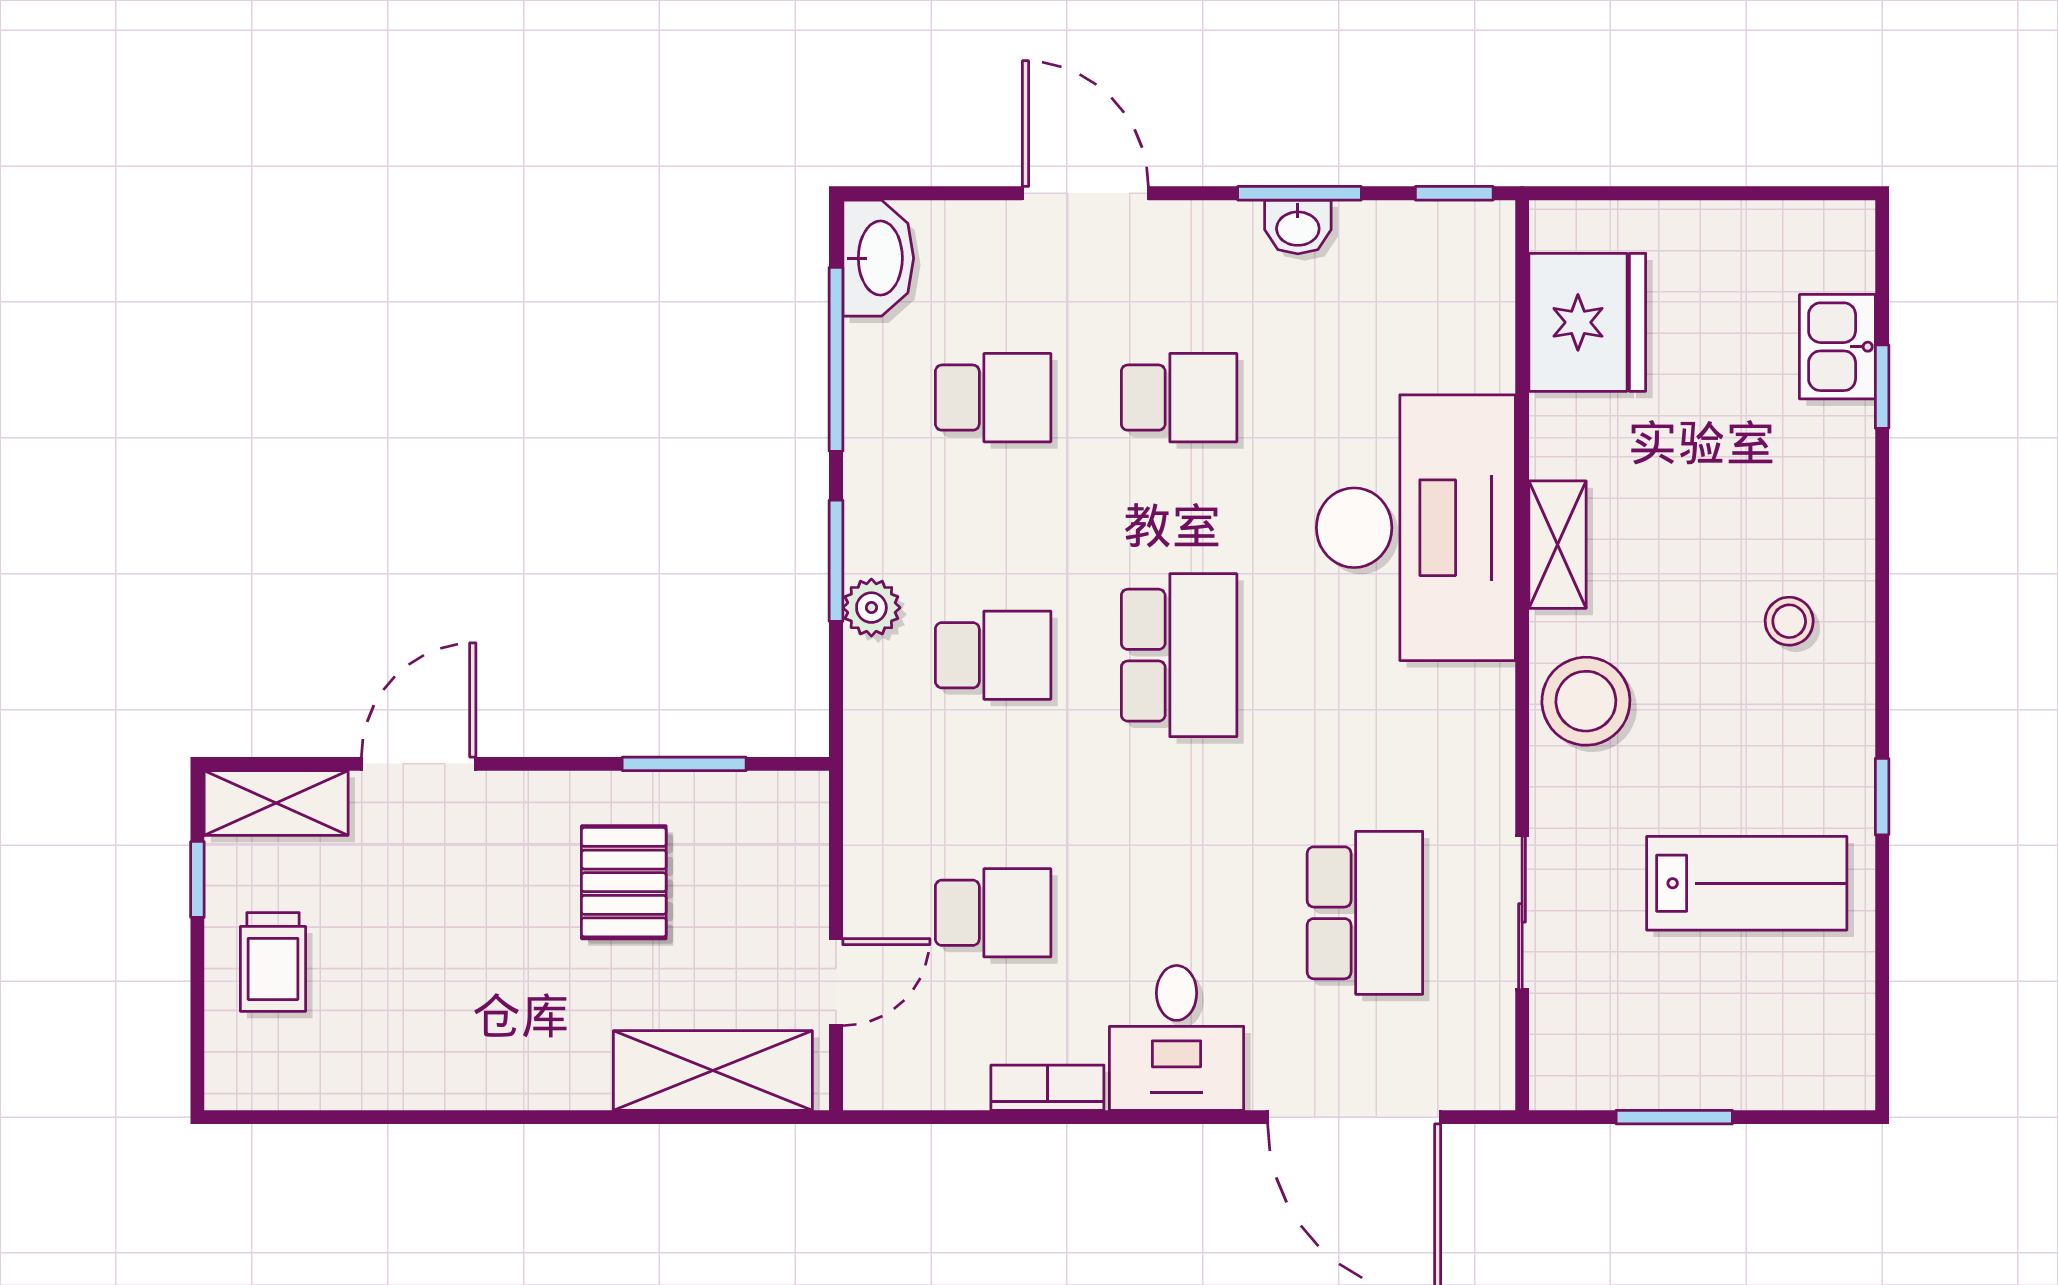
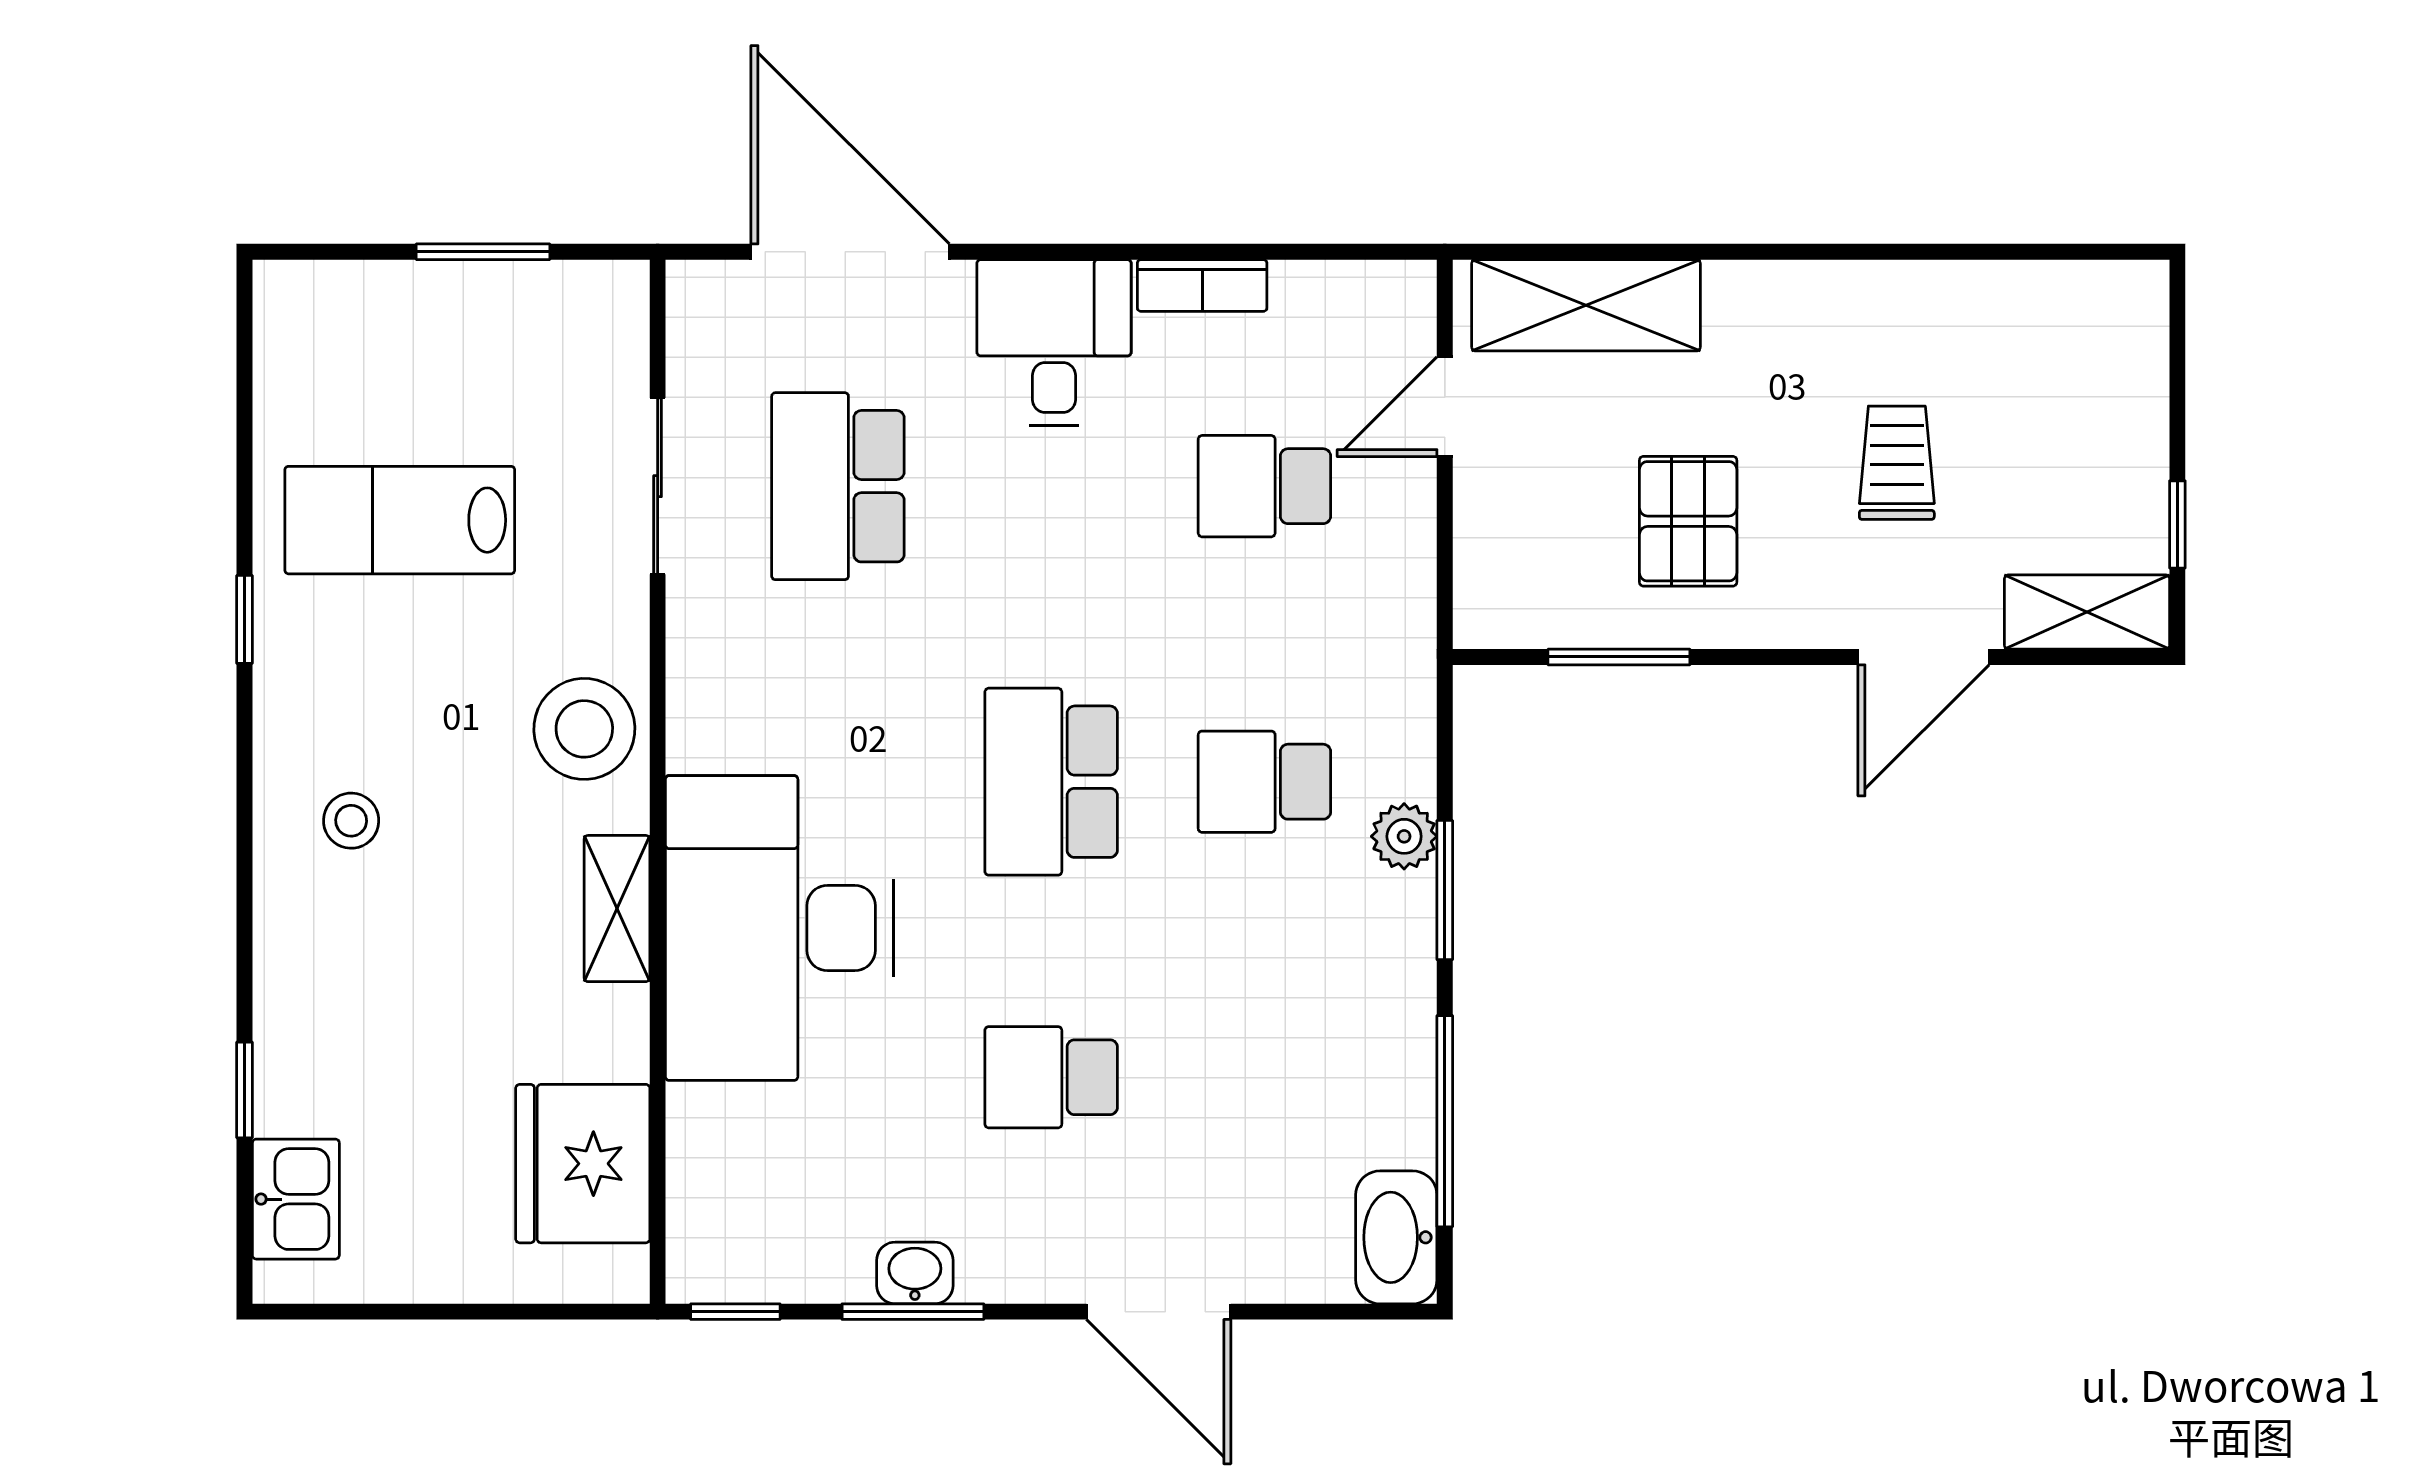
kitchen sink: (1837, 347) -> (296, 1199), moved
school desk: (993, 398) -> (1264, 1077), removed
trolley: (273, 962) -> (1897, 463), moved

